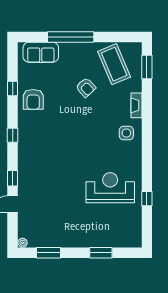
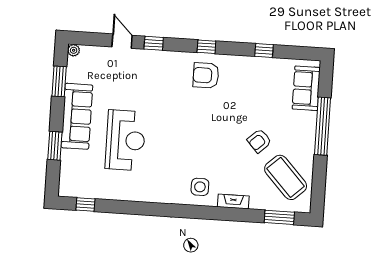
coffee table: (114, 64) -> (286, 177), turned 70
armchair: (33, 99) -> (206, 75), moved
reception desk: (110, 188) -> (125, 140), moved
window: (147, 199) -> (85, 205), moved
sofa: (76, 236) -> (77, 116), added

